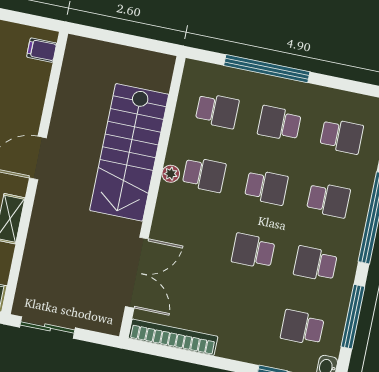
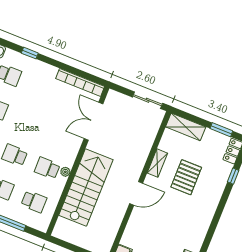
school desk: (217, 111) -> (34, 202), turned 180
school desk: (253, 251) -> (28, 122), removed

